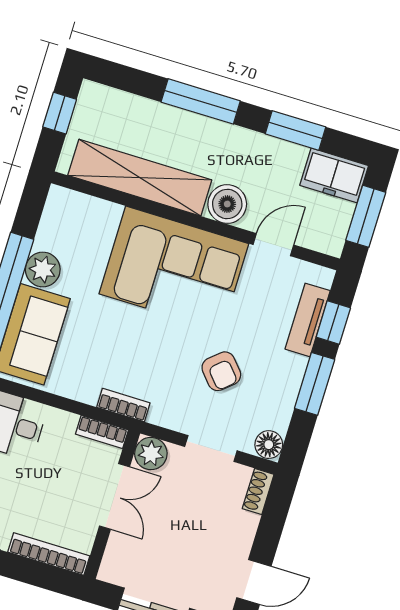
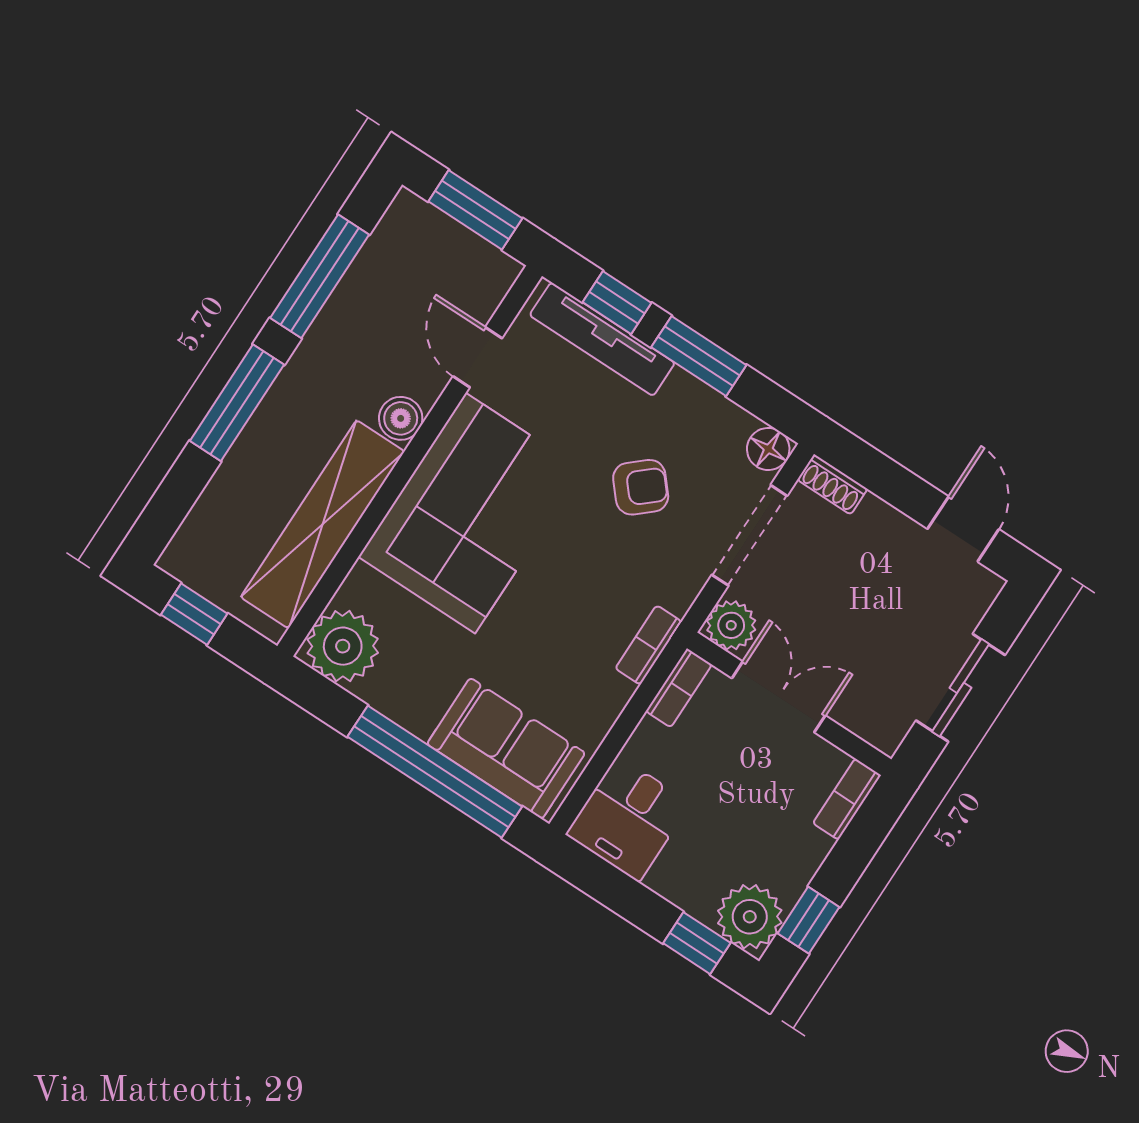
window: (295, 130) -> (320, 276), width x1.44
freezer: (334, 175) -> (402, 239), removed
boiler: (227, 204) -> (401, 418), width x0.73, depth x0.73
plant: (43, 270) -> (343, 646), moved, width x1.36, depth x1.36
tv unit: (308, 320) -> (602, 339), width x1.41
doorway: (211, 449) -> (750, 535), width x1.38
bookcase: (49, 554) -> (847, 799), width x0.64

